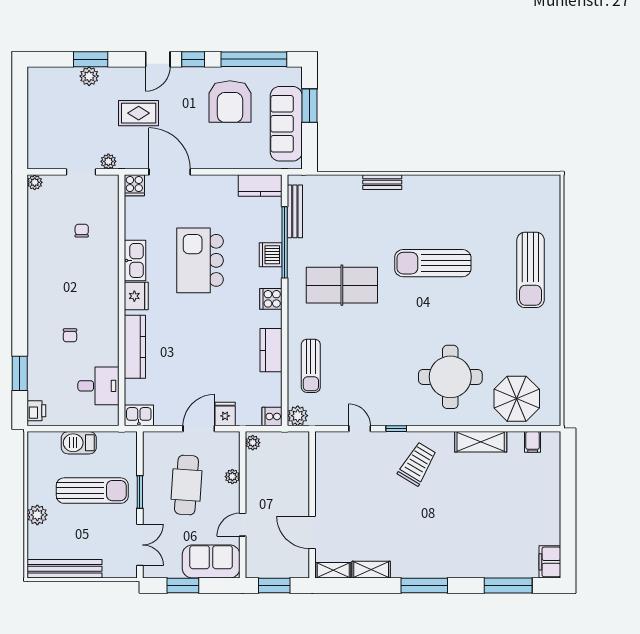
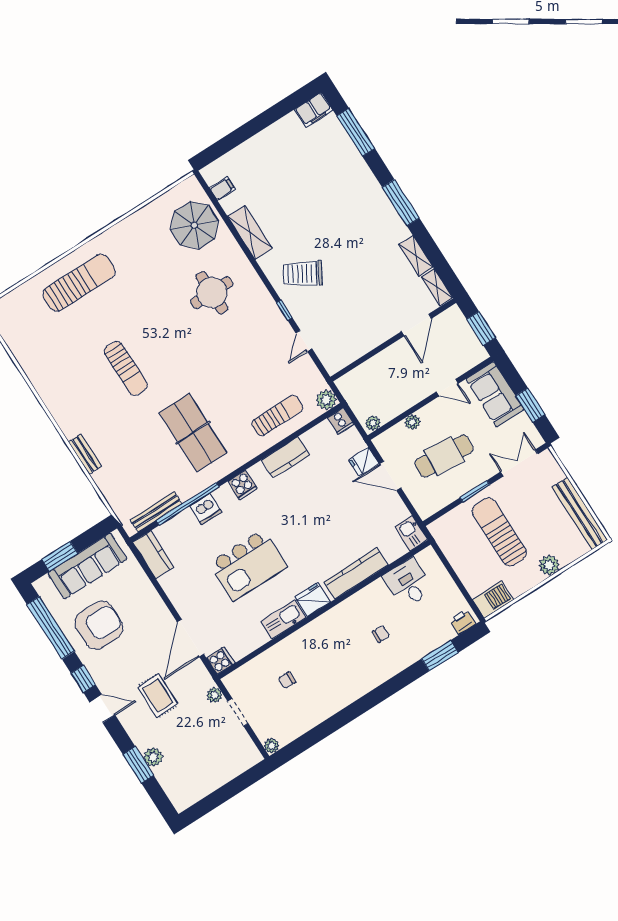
sun lounger: (433, 263) -> (126, 368), width x0.73, depth x0.75
round table: (450, 377) -> (212, 293), width x0.73, depth x0.73
barbecue: (79, 443) -> (493, 600), moved, turned -90

